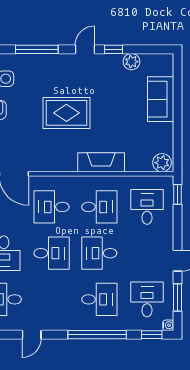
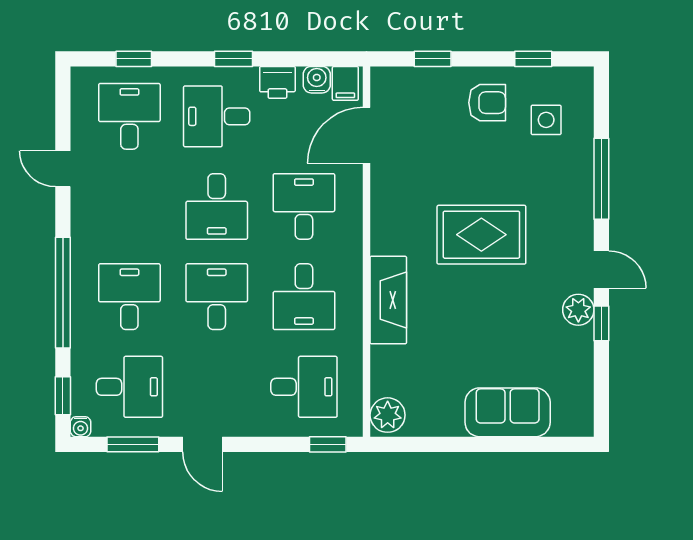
plant: (131, 62) -> (578, 310), moved
rug: (66, 113) -> (481, 235), turned 90
desk: (99, 299) -> (129, 297), turned 180

